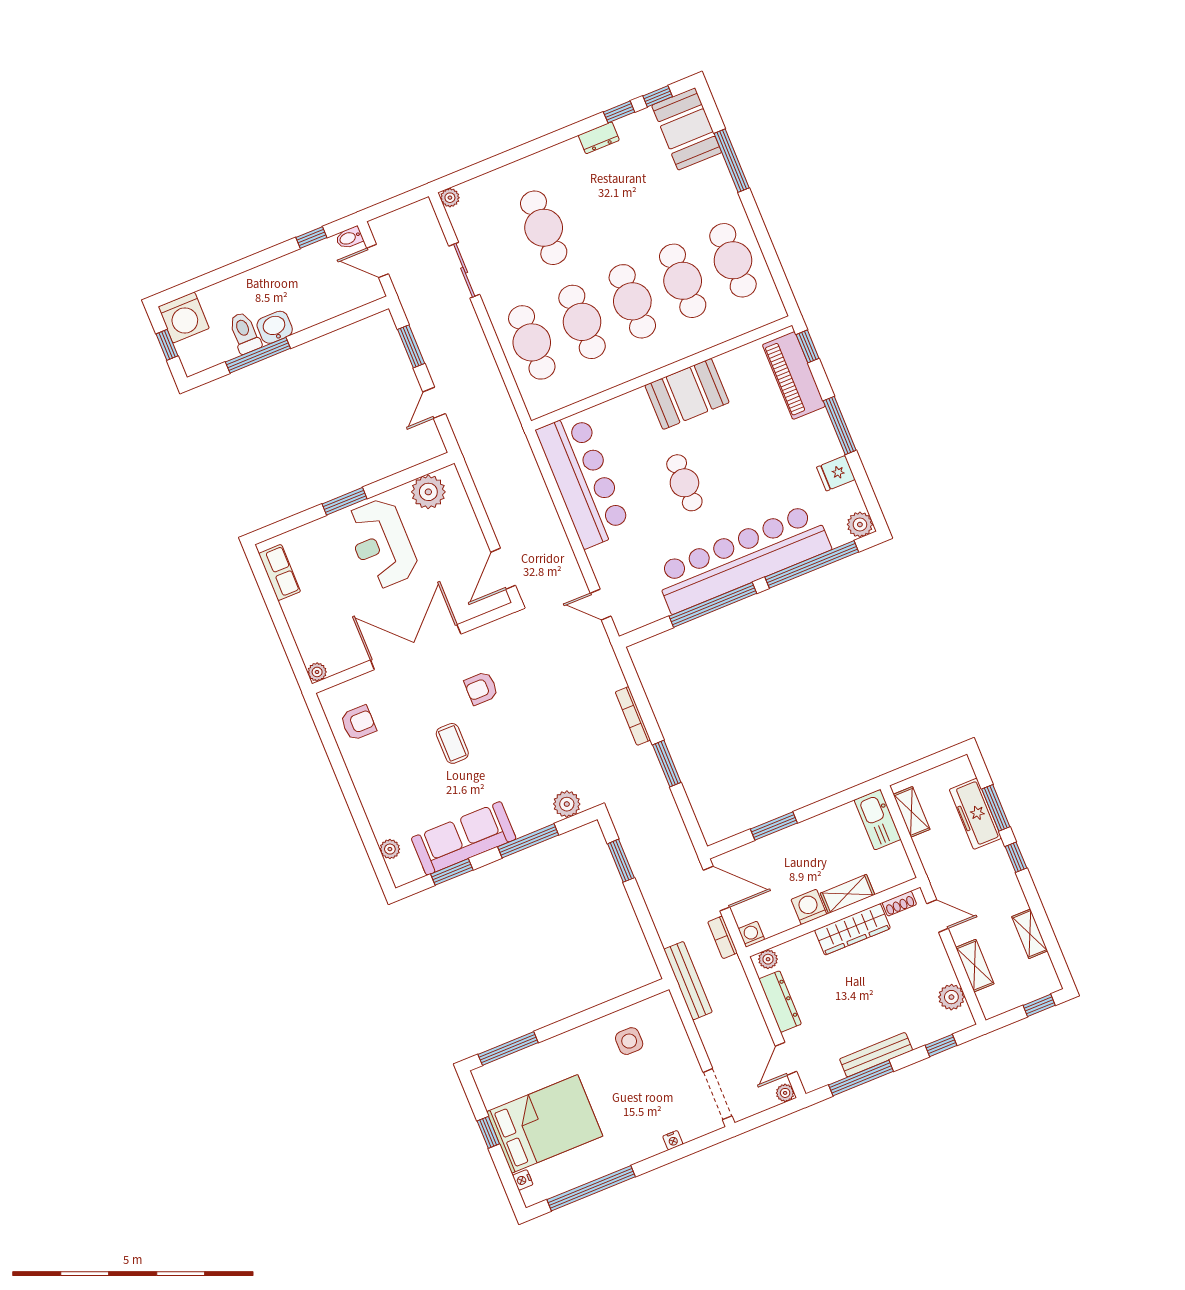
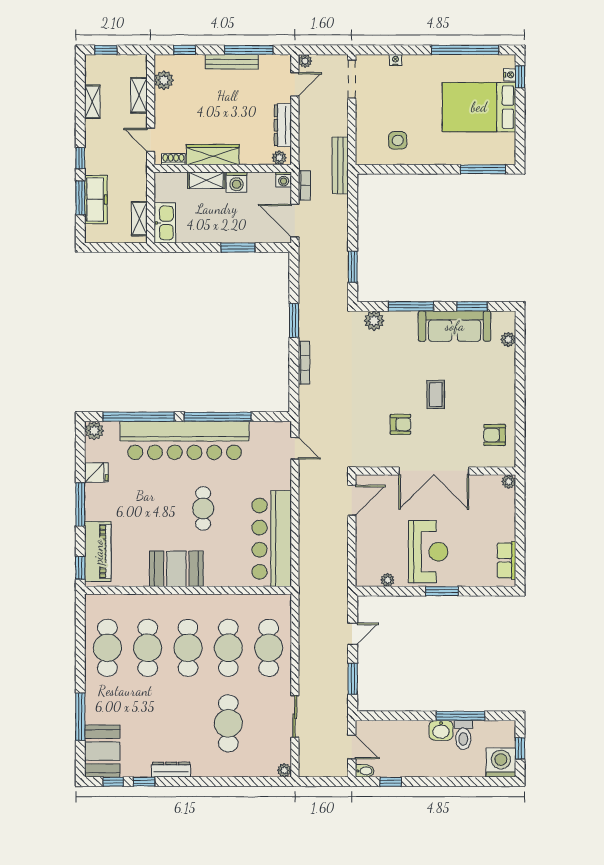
dresser: (599, 138) -> (171, 770), width x1.44
plant: (428, 492) -> (388, 580), width x0.53, depth x0.53
window: (488, 1132) -> (520, 77), moved

